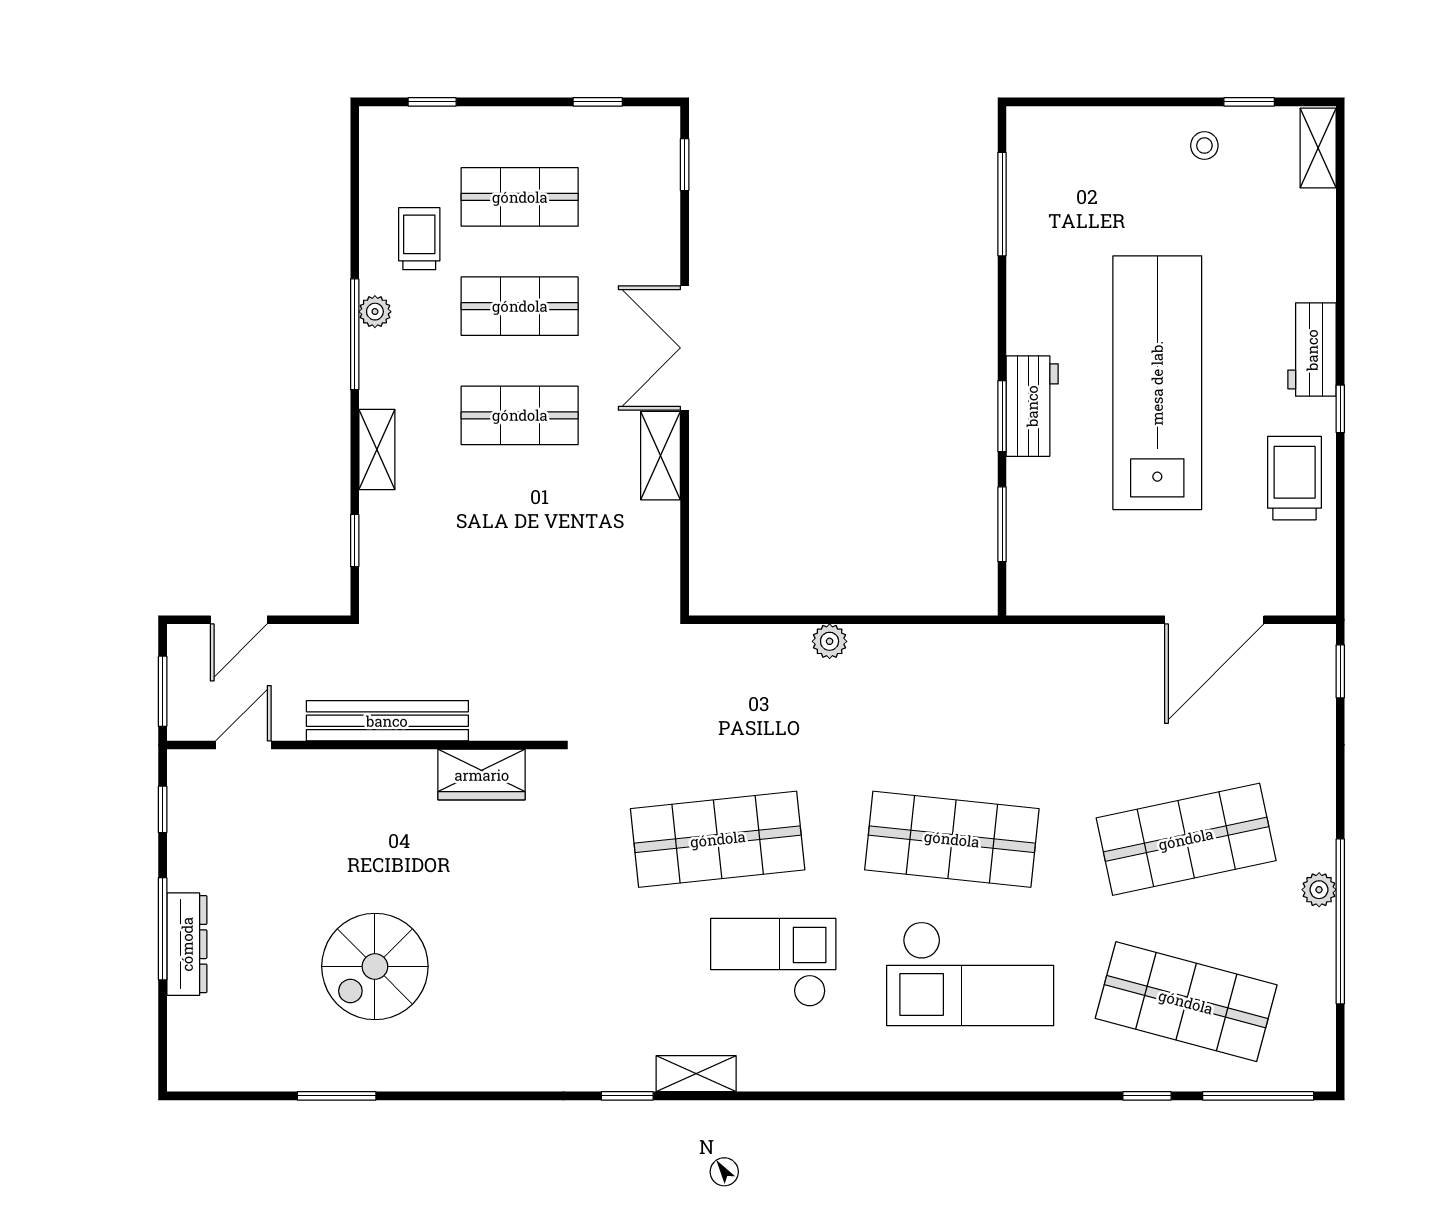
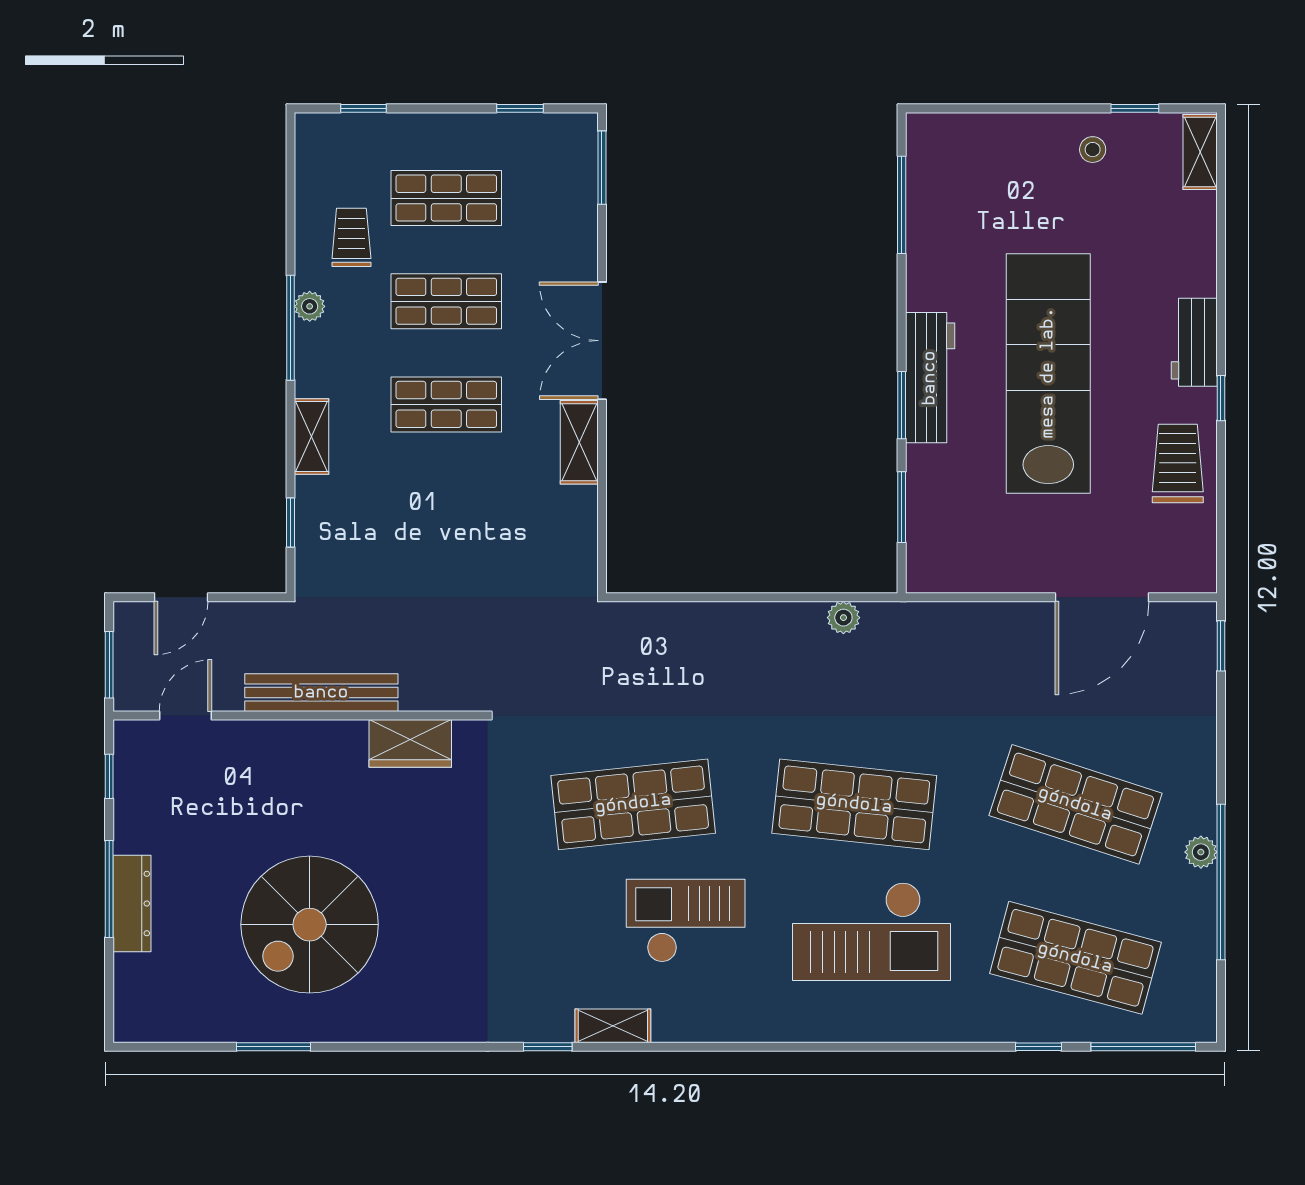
window: (685, 165) -> (602, 168), width x1.50
workbench: (1032, 406) -> (930, 378), width x1.38
plant: (830, 641) -> (843, 618), moved
shop shelf: (1186, 839) -> (1075, 804), turned 30
spiral stairs: (375, 966) -> (310, 925), width x1.37, depth x1.37

